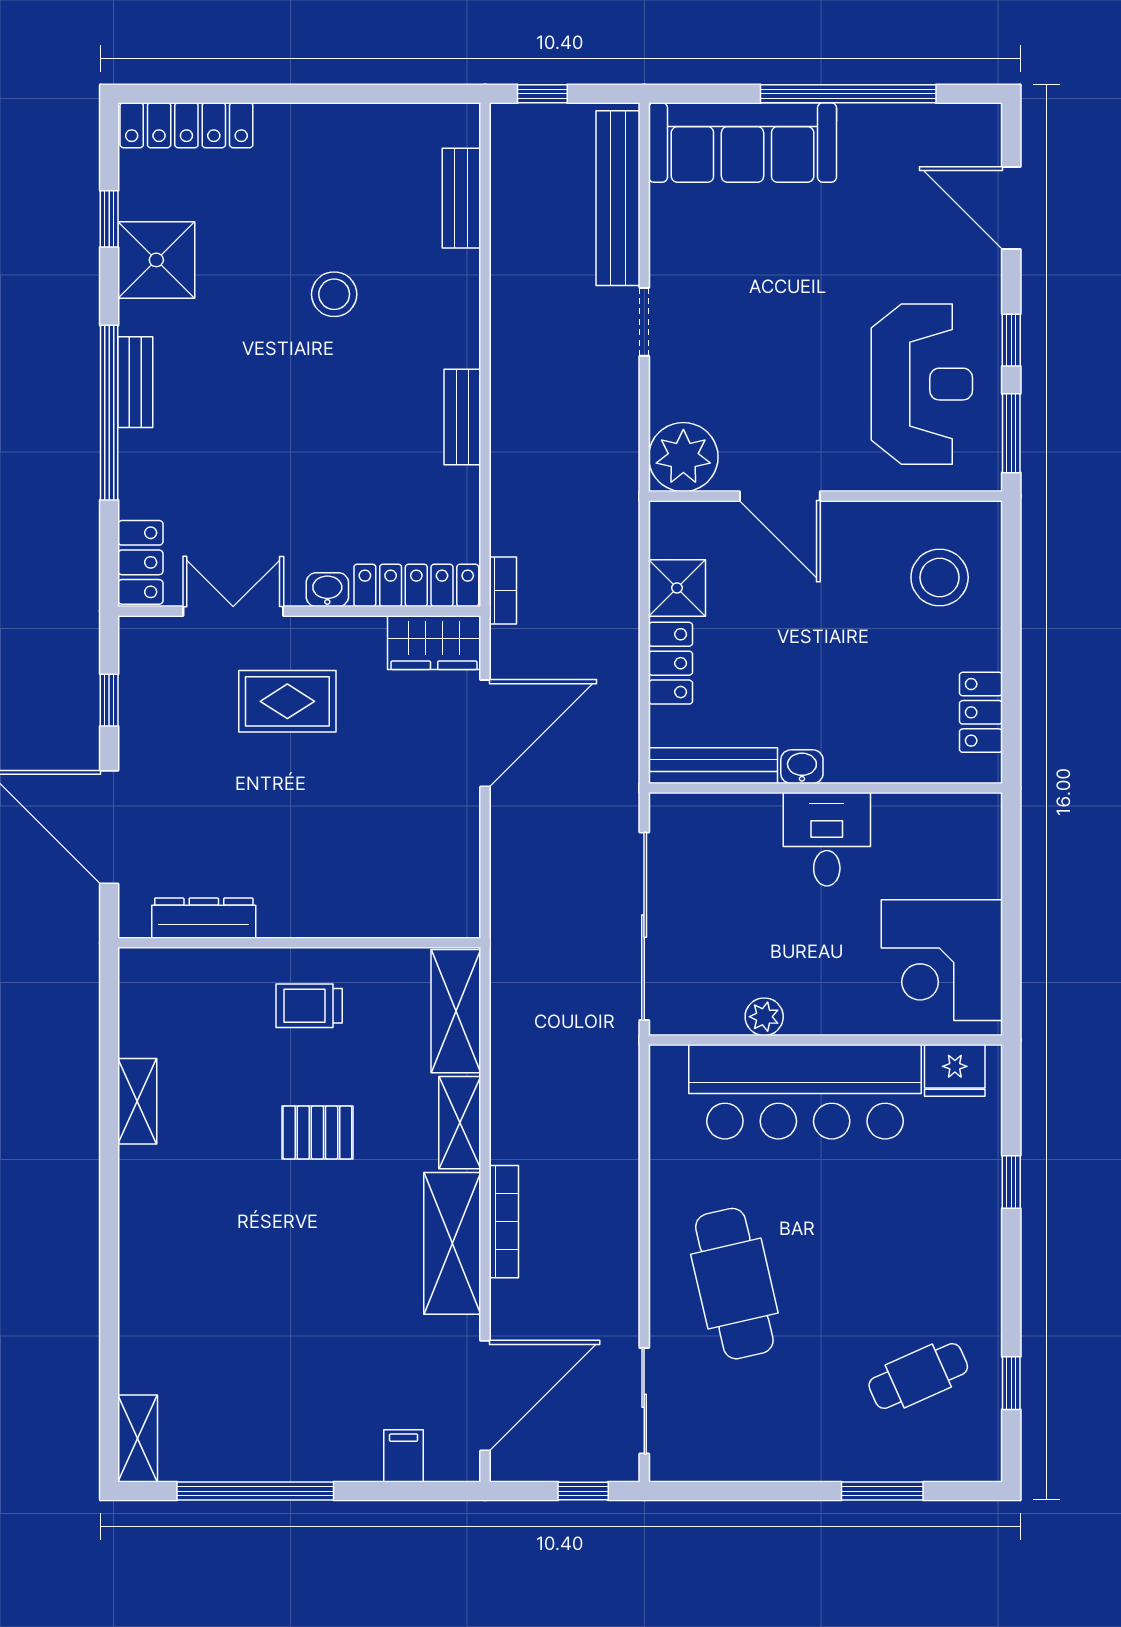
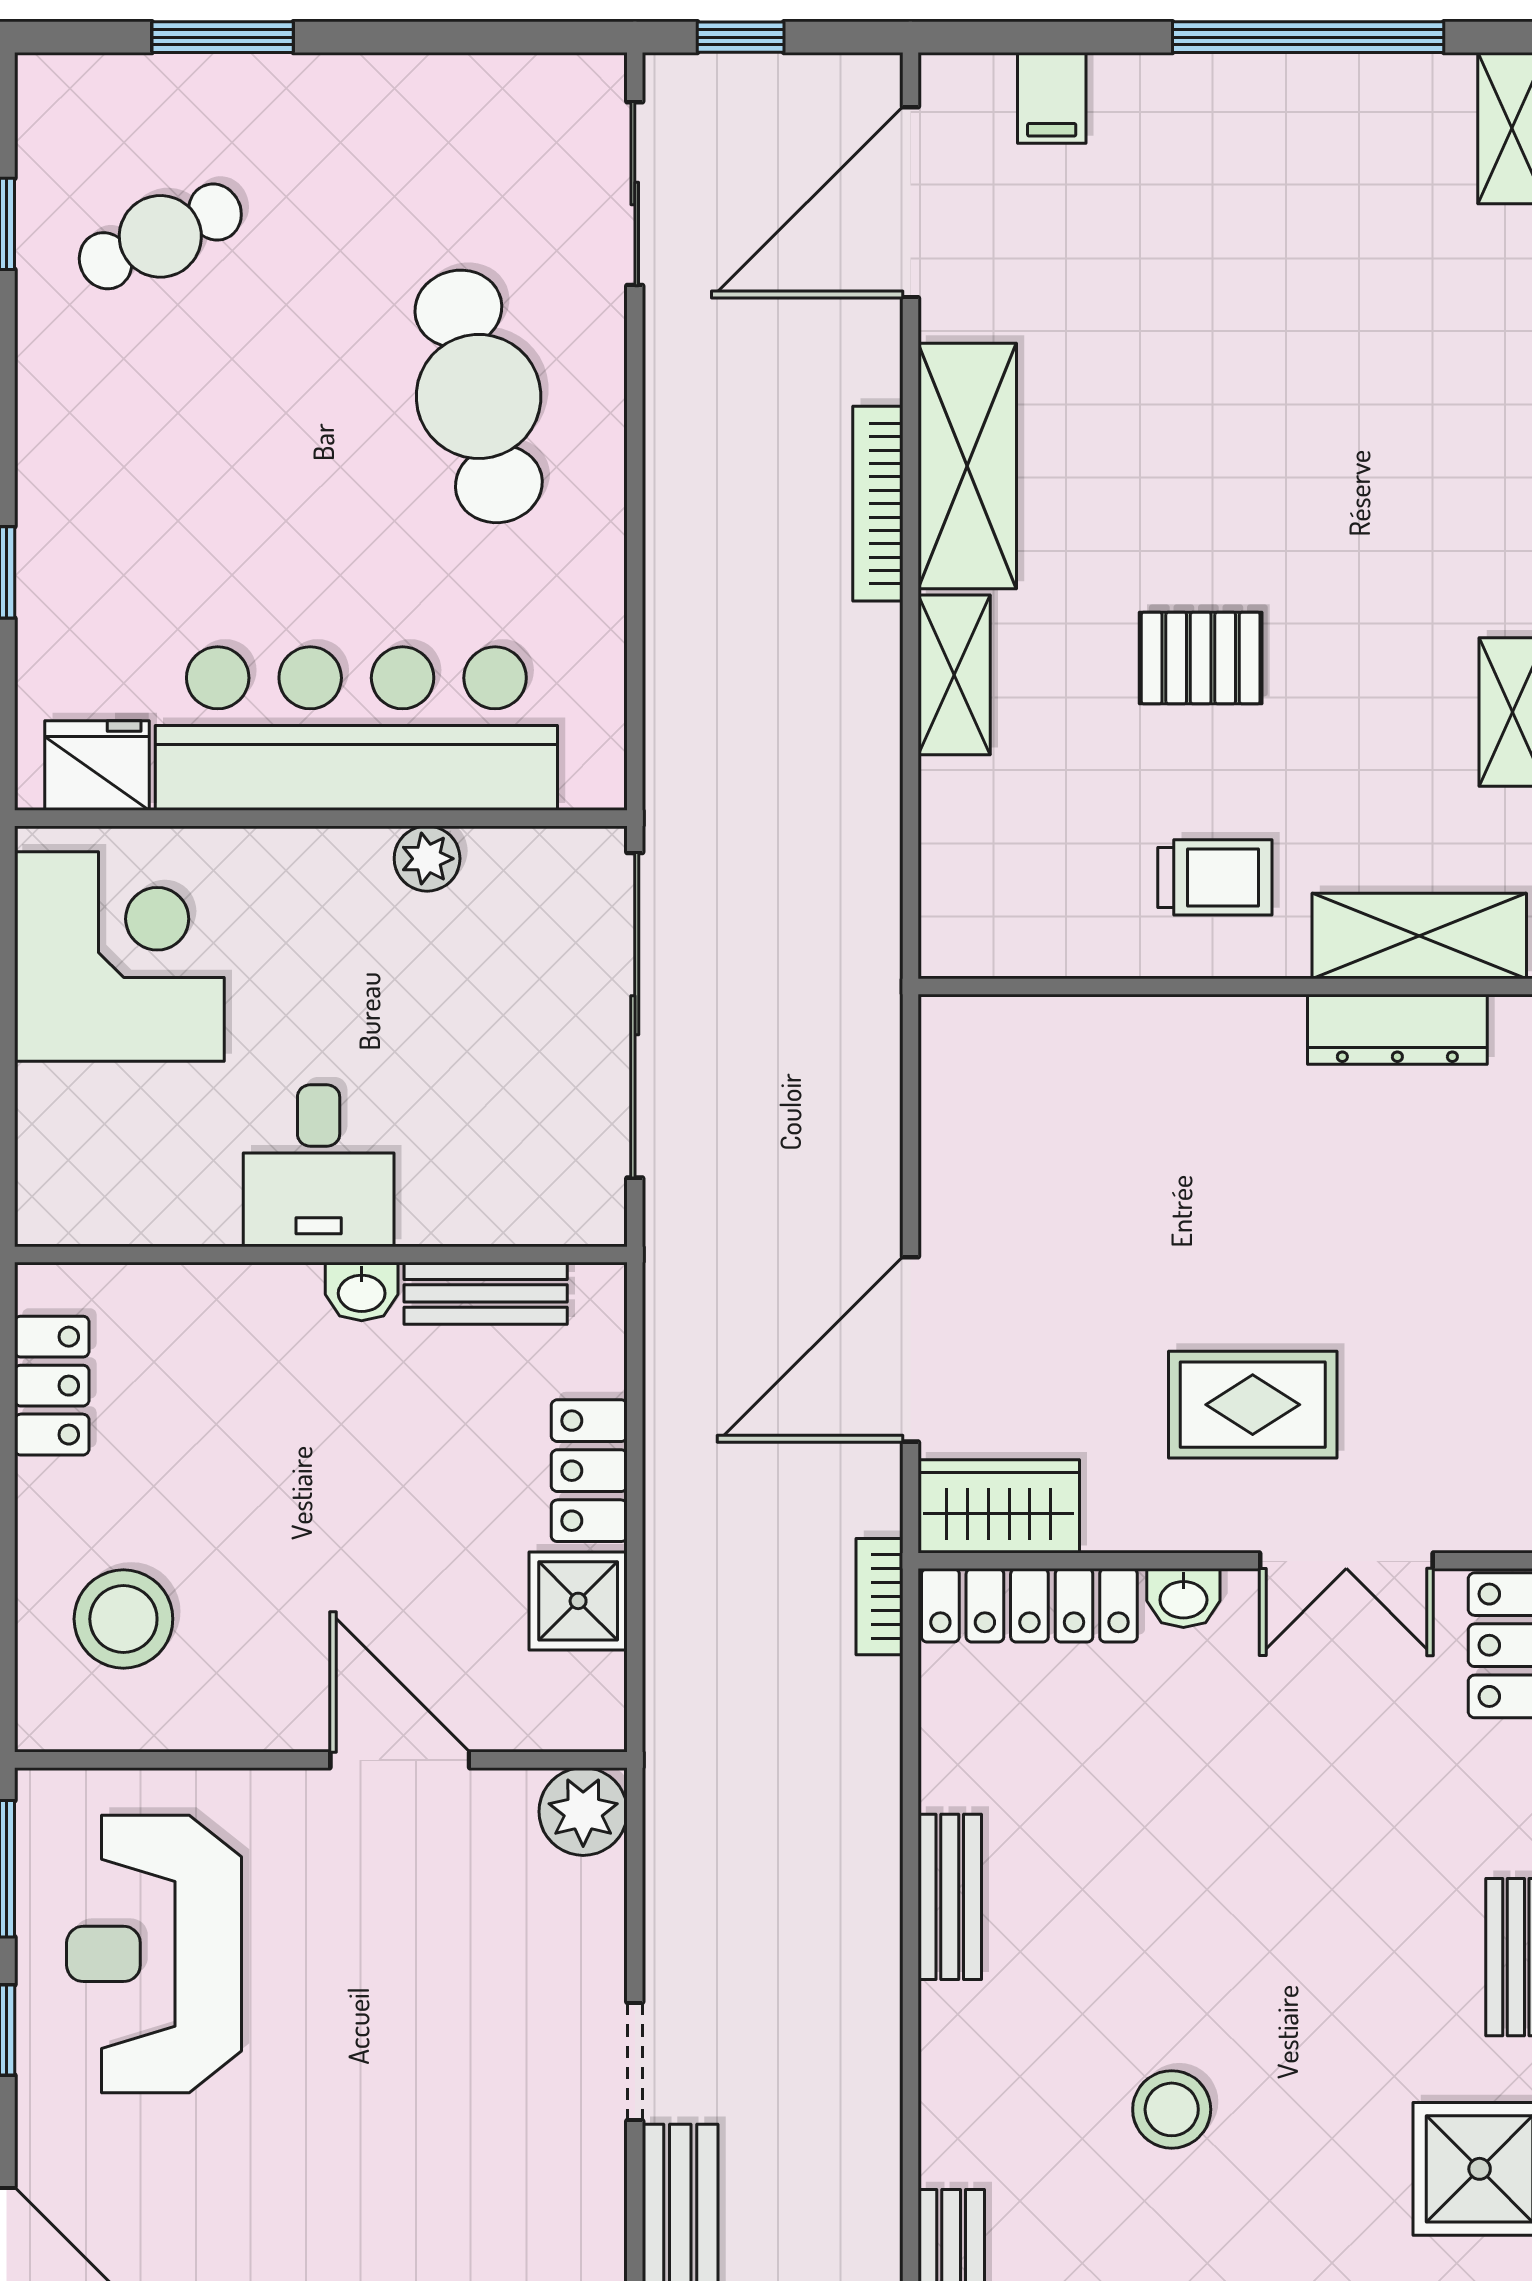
plant: (683, 457) -> (583, 1812), width x0.73, depth x0.73
bench: (713, 766) -> (486, 1293), width x0.73
shelving: (456, 1011) -> (1419, 936), moved, turned 90

